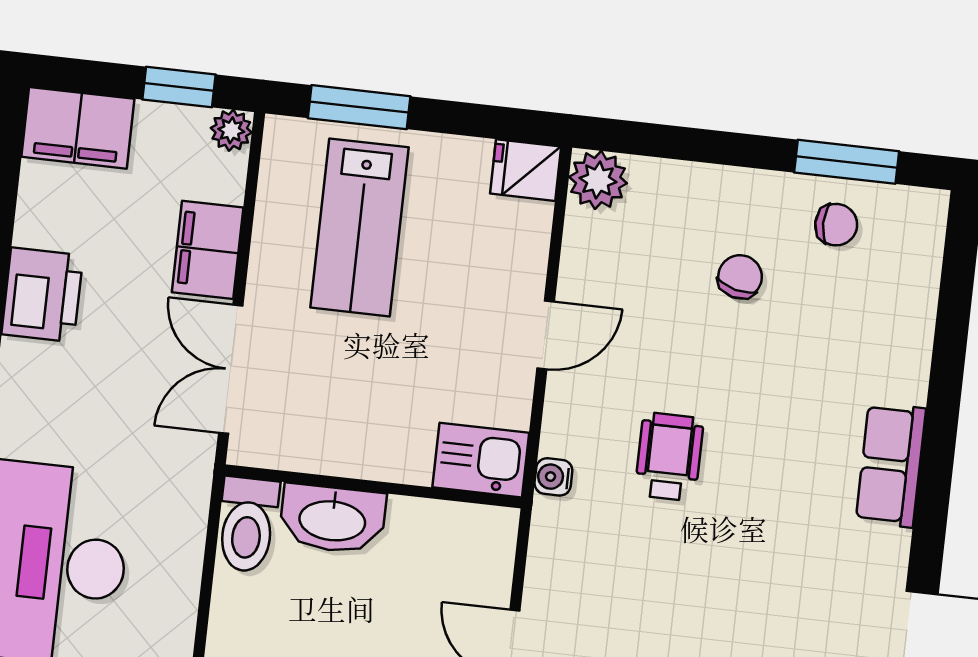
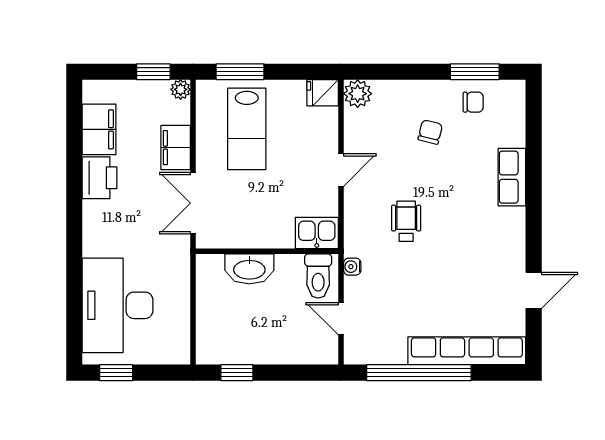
filing cabinet: (78, 128) -> (99, 129), moved, turned -90
row of seats: (891, 465) -> (512, 177), moved
water cooler: (553, 477) -> (352, 267), moved
toilet: (247, 524) -> (318, 276), moved

